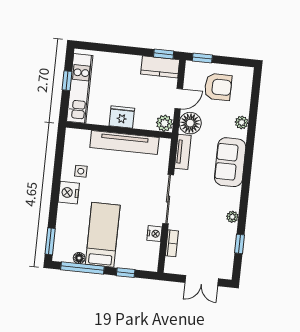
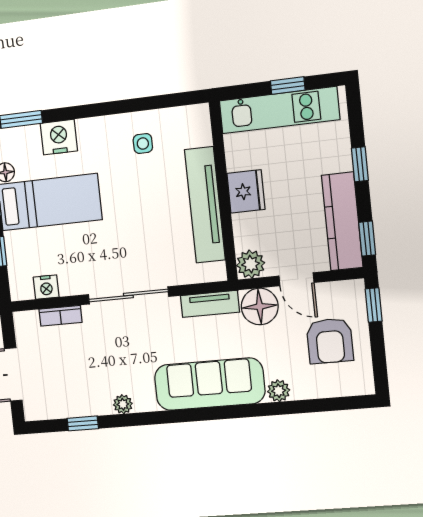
window: (121, 49) -> (360, 164), added
kitchen counter: (160, 67) -> (342, 221), width x1.50
sofa: (230, 162) -> (209, 384), width x1.36
nightstand: (69, 193) -> (59, 137), moved
nightstand: (154, 234) -> (46, 287), moved

